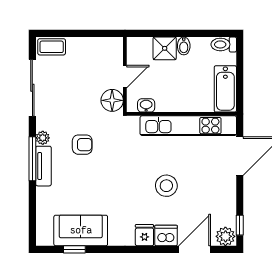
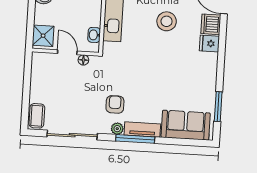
shower: (165, 48) -> (43, 36), moved
floor lamp: (112, 100) -> (83, 60), width x0.53, depth x0.53
armchair: (82, 145) -> (115, 104), moved
sofa: (81, 230) -> (186, 125), moved, turned 90
window: (74, 249) -> (218, 107), width x1.50

